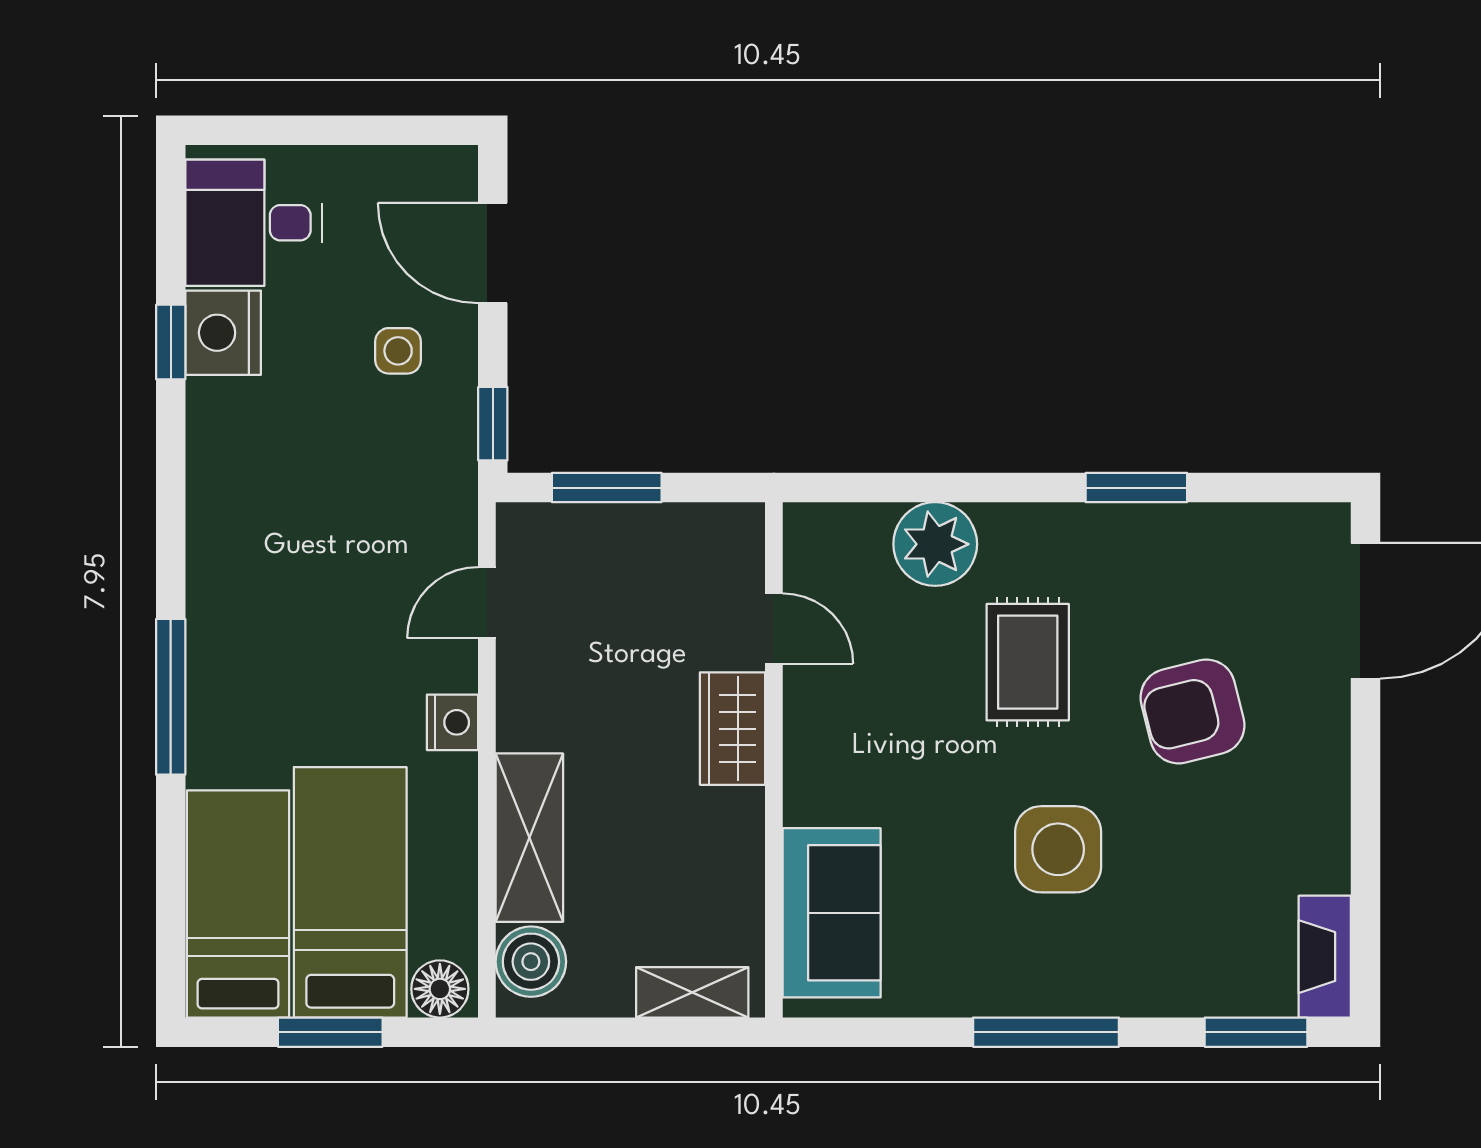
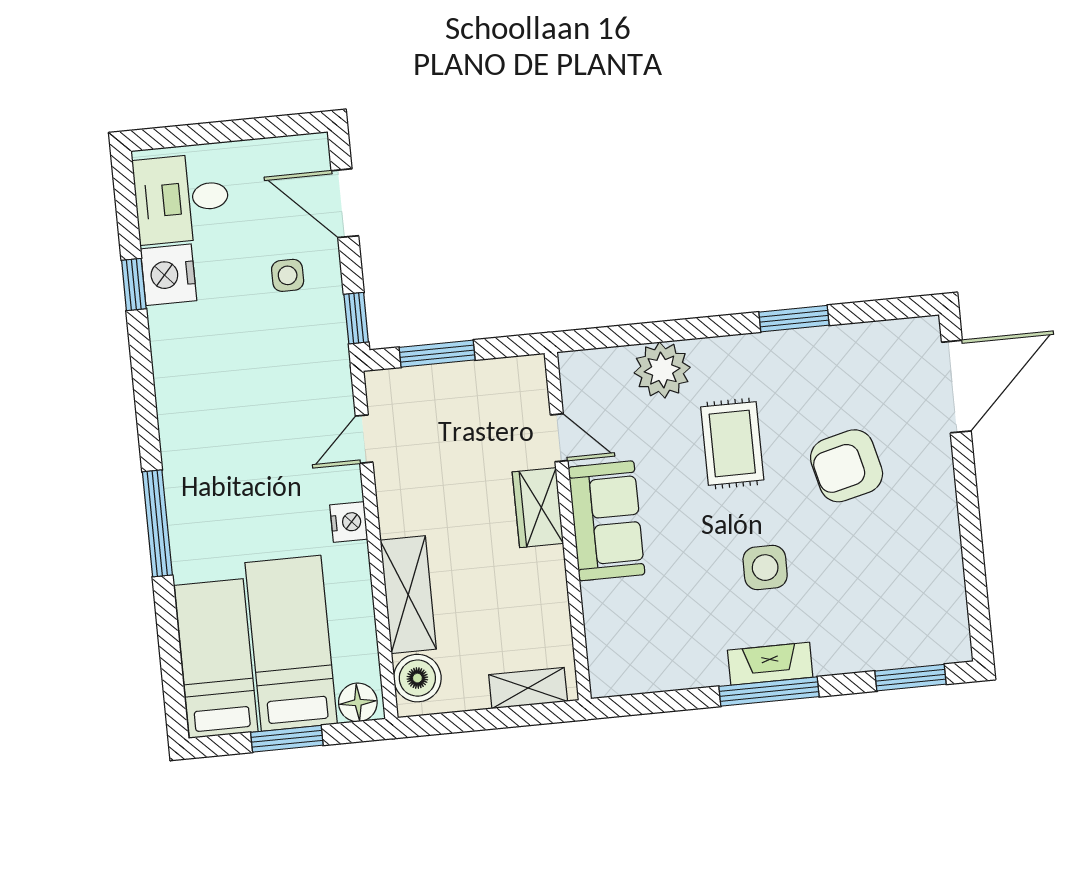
side table: (1058, 849) -> (765, 568), width x0.73, depth x0.73
sofa: (832, 913) -> (606, 521), moved
fireplace: (1325, 957) -> (770, 664), moved, turned 90

